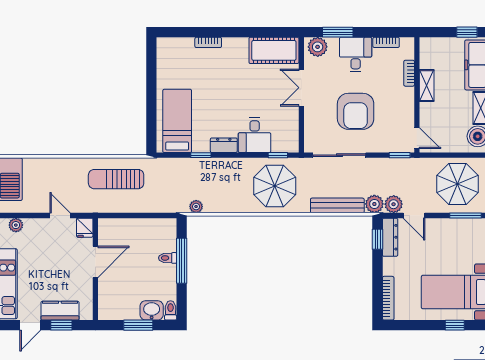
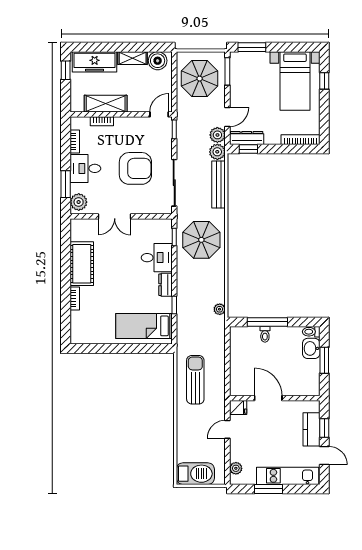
cot: (274, 50) -> (82, 264), moved
shelving: (427, 86) -> (106, 104), width x1.50, depth x1.33
sun lounger: (116, 179) -> (195, 380), turned 180

